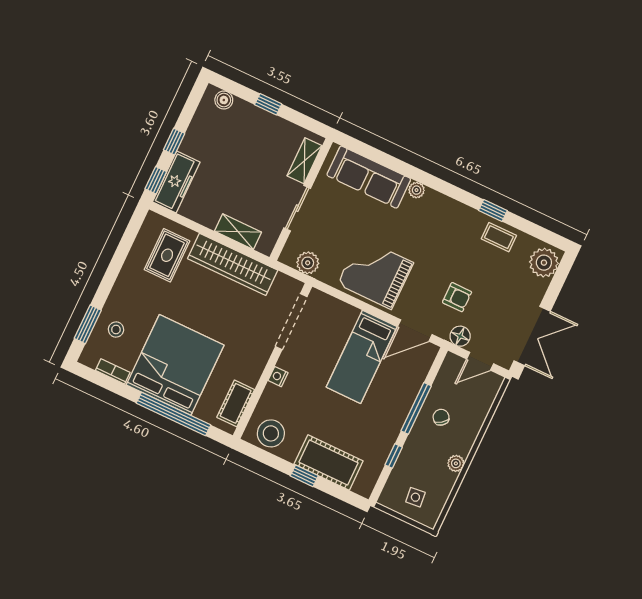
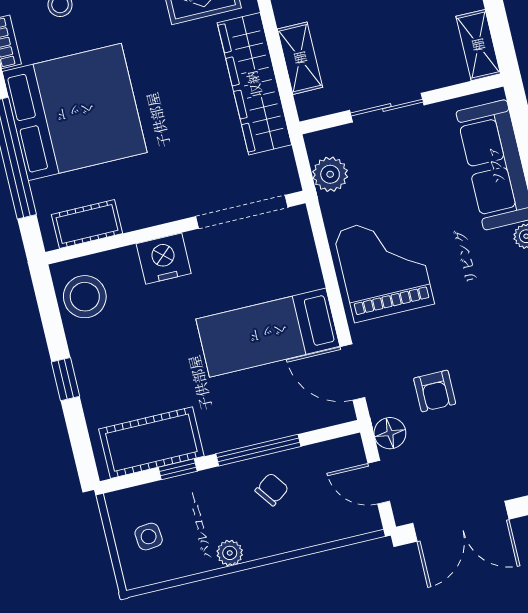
shelving: (304, 161) -> (478, 45), moved, turned 90
nightstand: (278, 377) -> (164, 259), width x1.89, depth x1.79
cot: (329, 462) -> (151, 443), moved, turned 90

